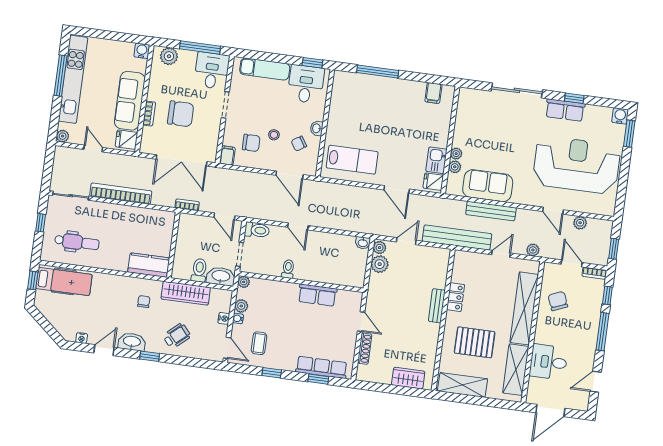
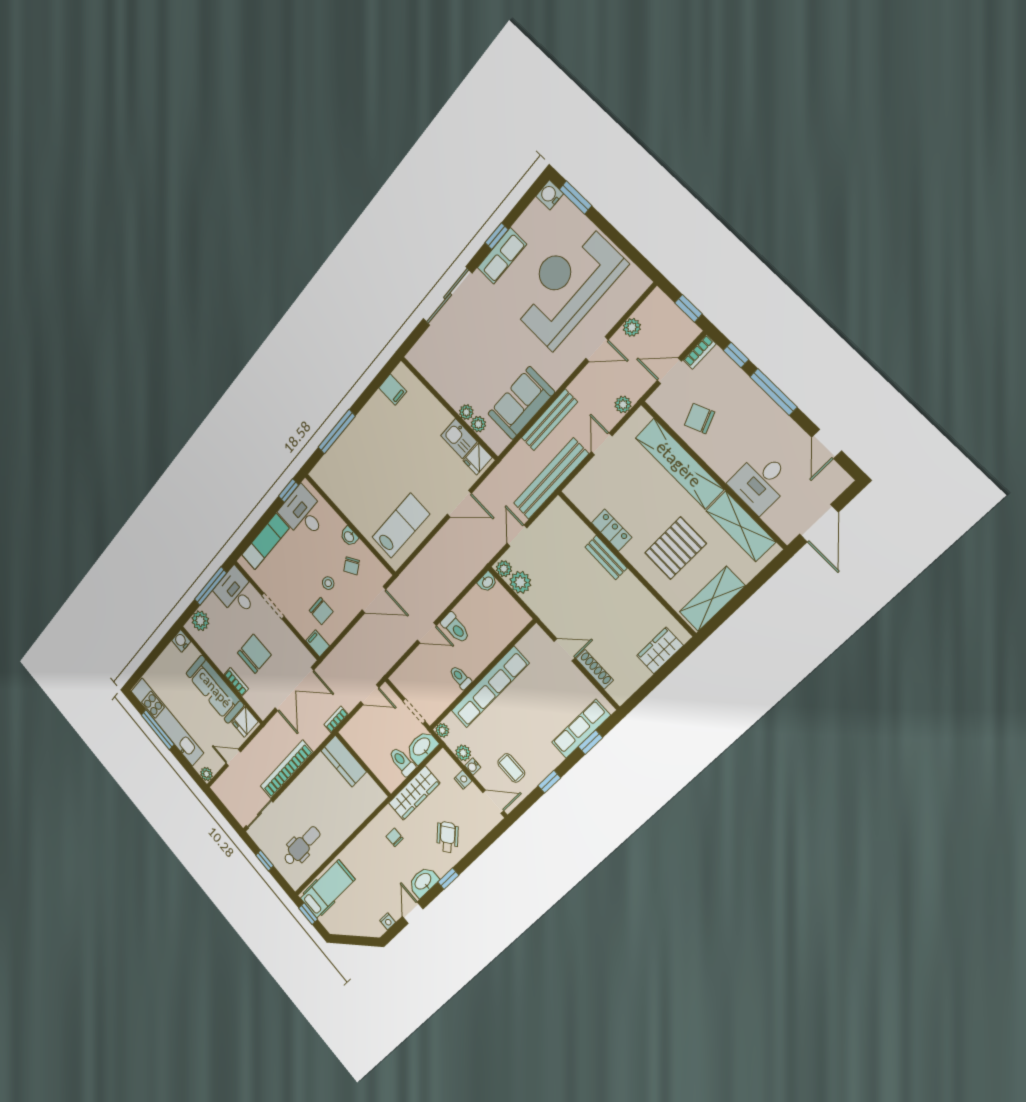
chair: (251, 143) -> (321, 611), turned 90
toilet: (257, 230) -> (455, 628), moved, turned 90
kitchen counter: (149, 265) -> (344, 761), moved, turned -90
row of seats: (317, 295) -> (490, 687), width x2.02

